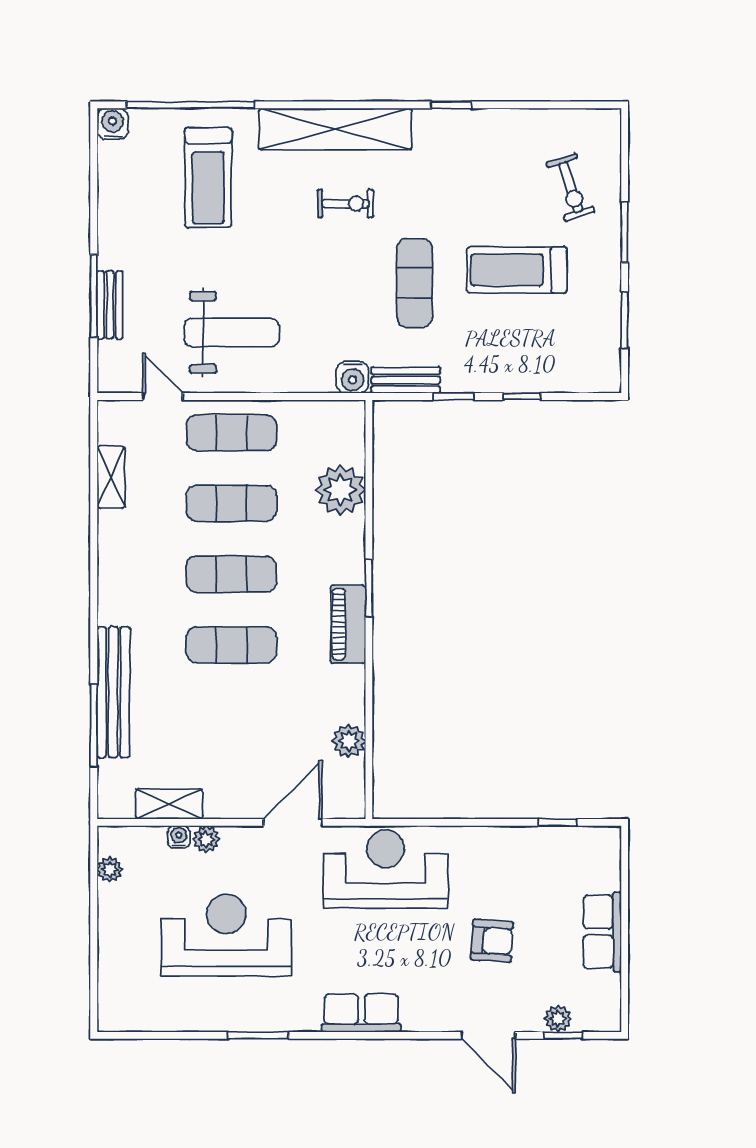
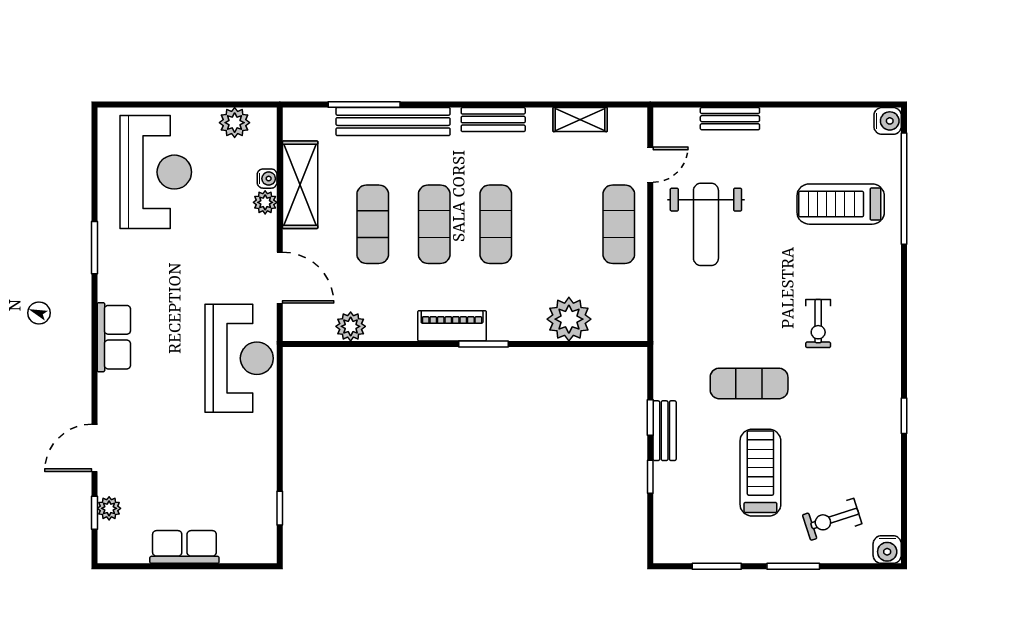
shelving: (335, 129) -> (883, 315), removed
window: (94, 296) -> (738, 105), removed
water cooler: (353, 377) -> (887, 550), moved, turned -90
bench: (406, 380) -> (665, 431), moved
exercise mat: (231, 503) -> (373, 224), moved
bench: (111, 577) -> (493, 120), added
shelving: (169, 804) -> (300, 185), width x1.50, depth x1.33
plant: (110, 870) -> (235, 123), width x1.38, depth x1.38
reception desk: (226, 935) -> (156, 172), moved
armchair: (492, 941) -> (177, 451), removed

